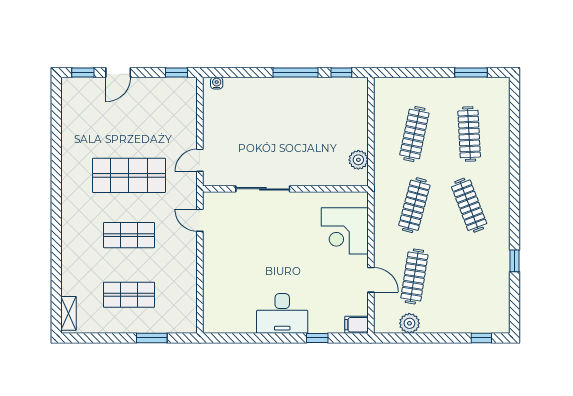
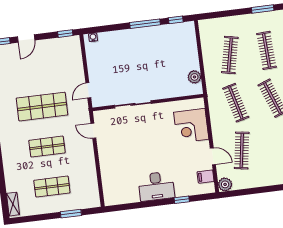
clothes rail: (414, 205) -> (236, 103), turned -30
plant: (409, 323) -> (225, 184), moved
filing cabinet: (357, 325) -> (206, 177), moved

